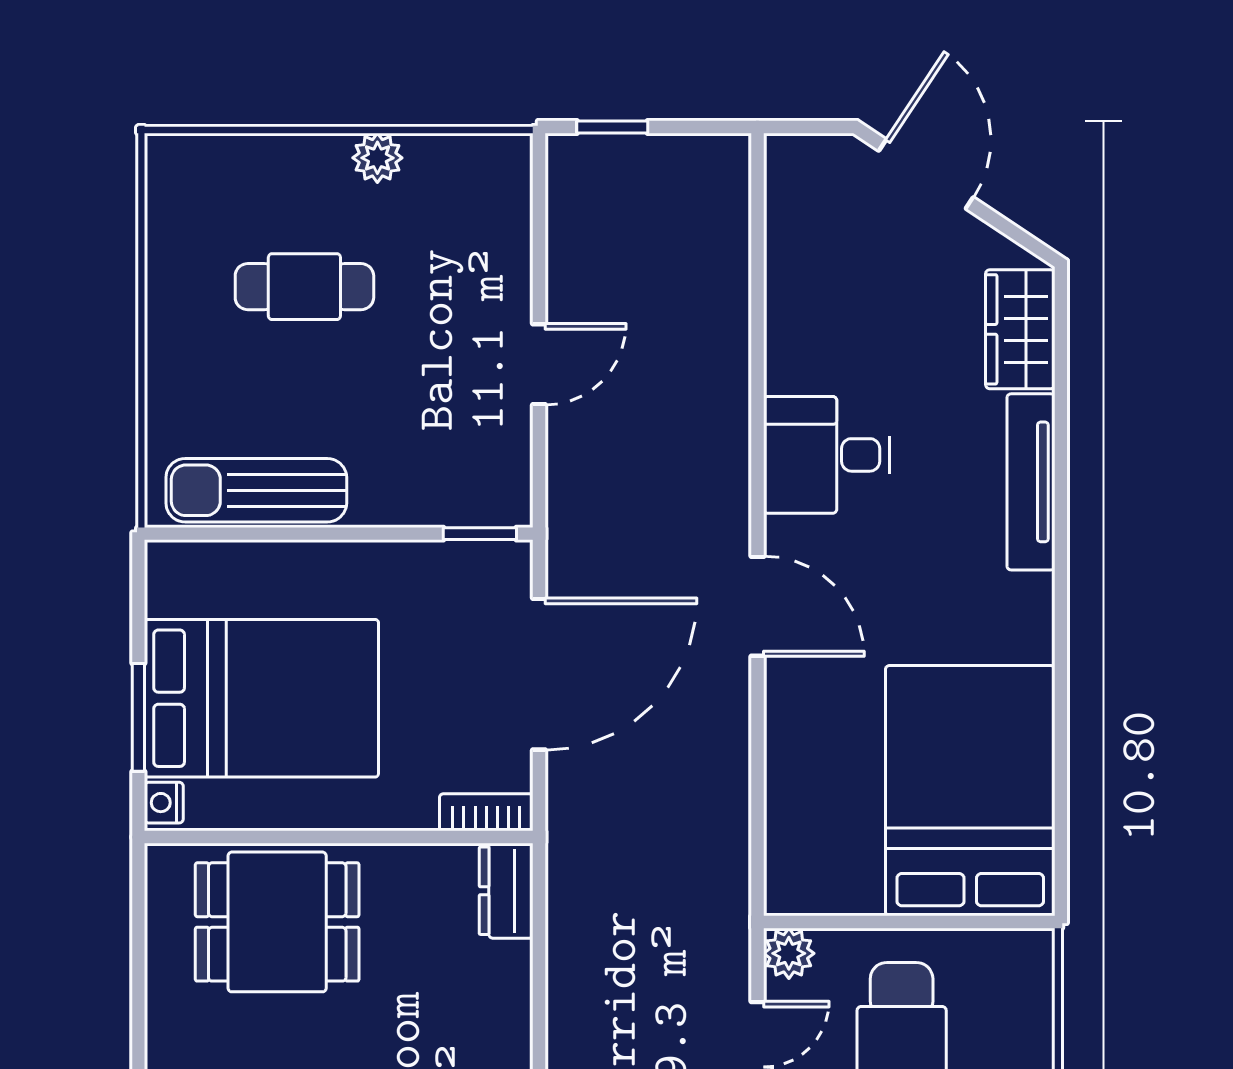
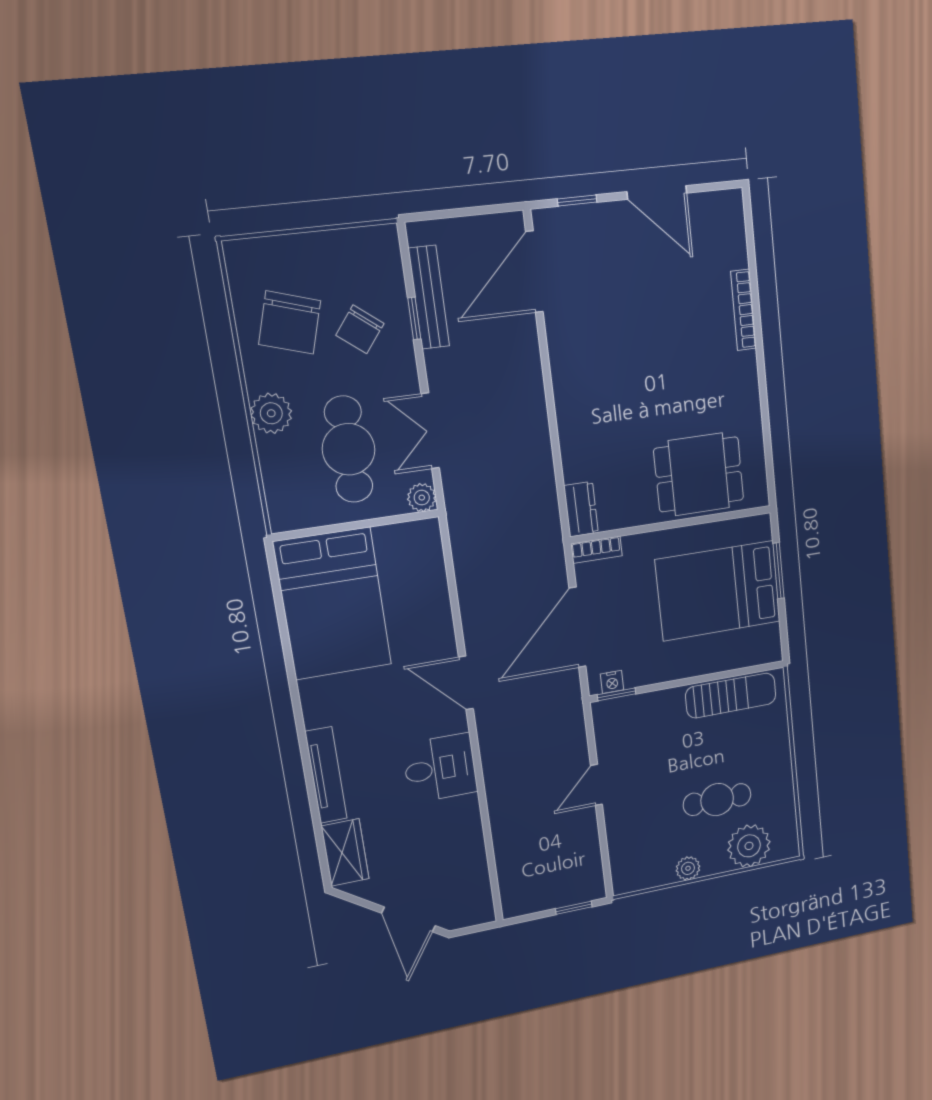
plant: (249, 178) -> (749, 846), added
nightstand: (164, 803) -> (612, 682), moved, turned 90

